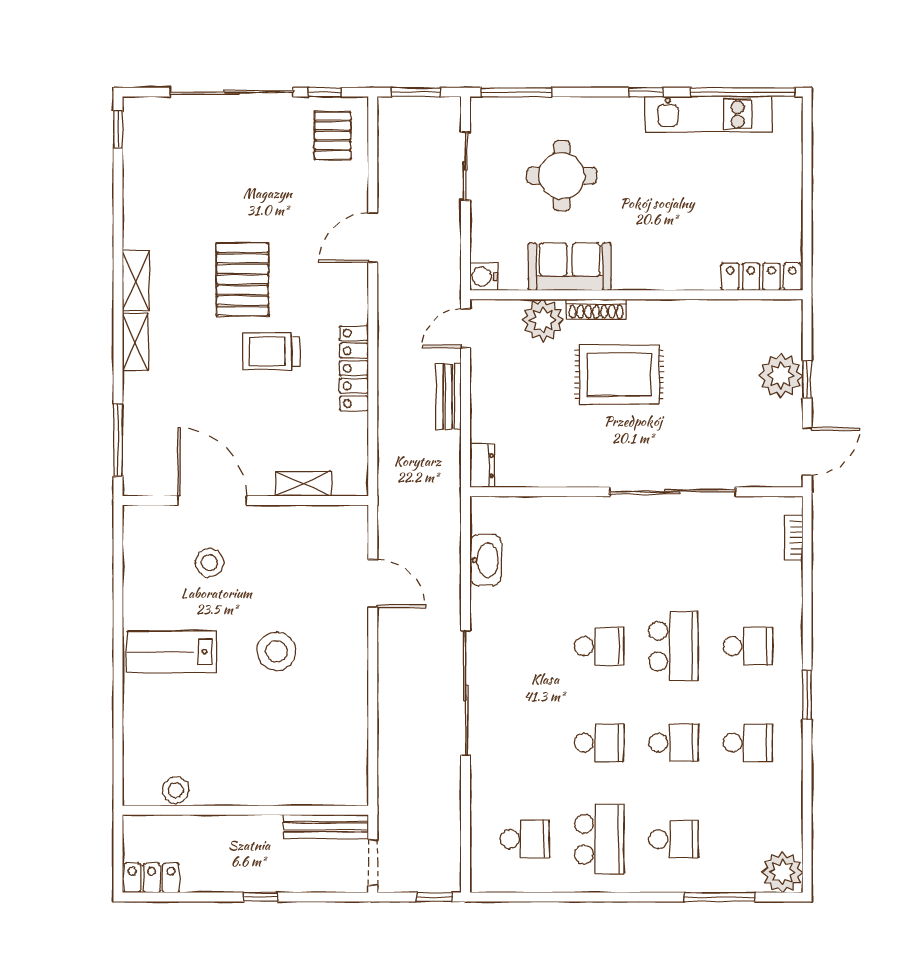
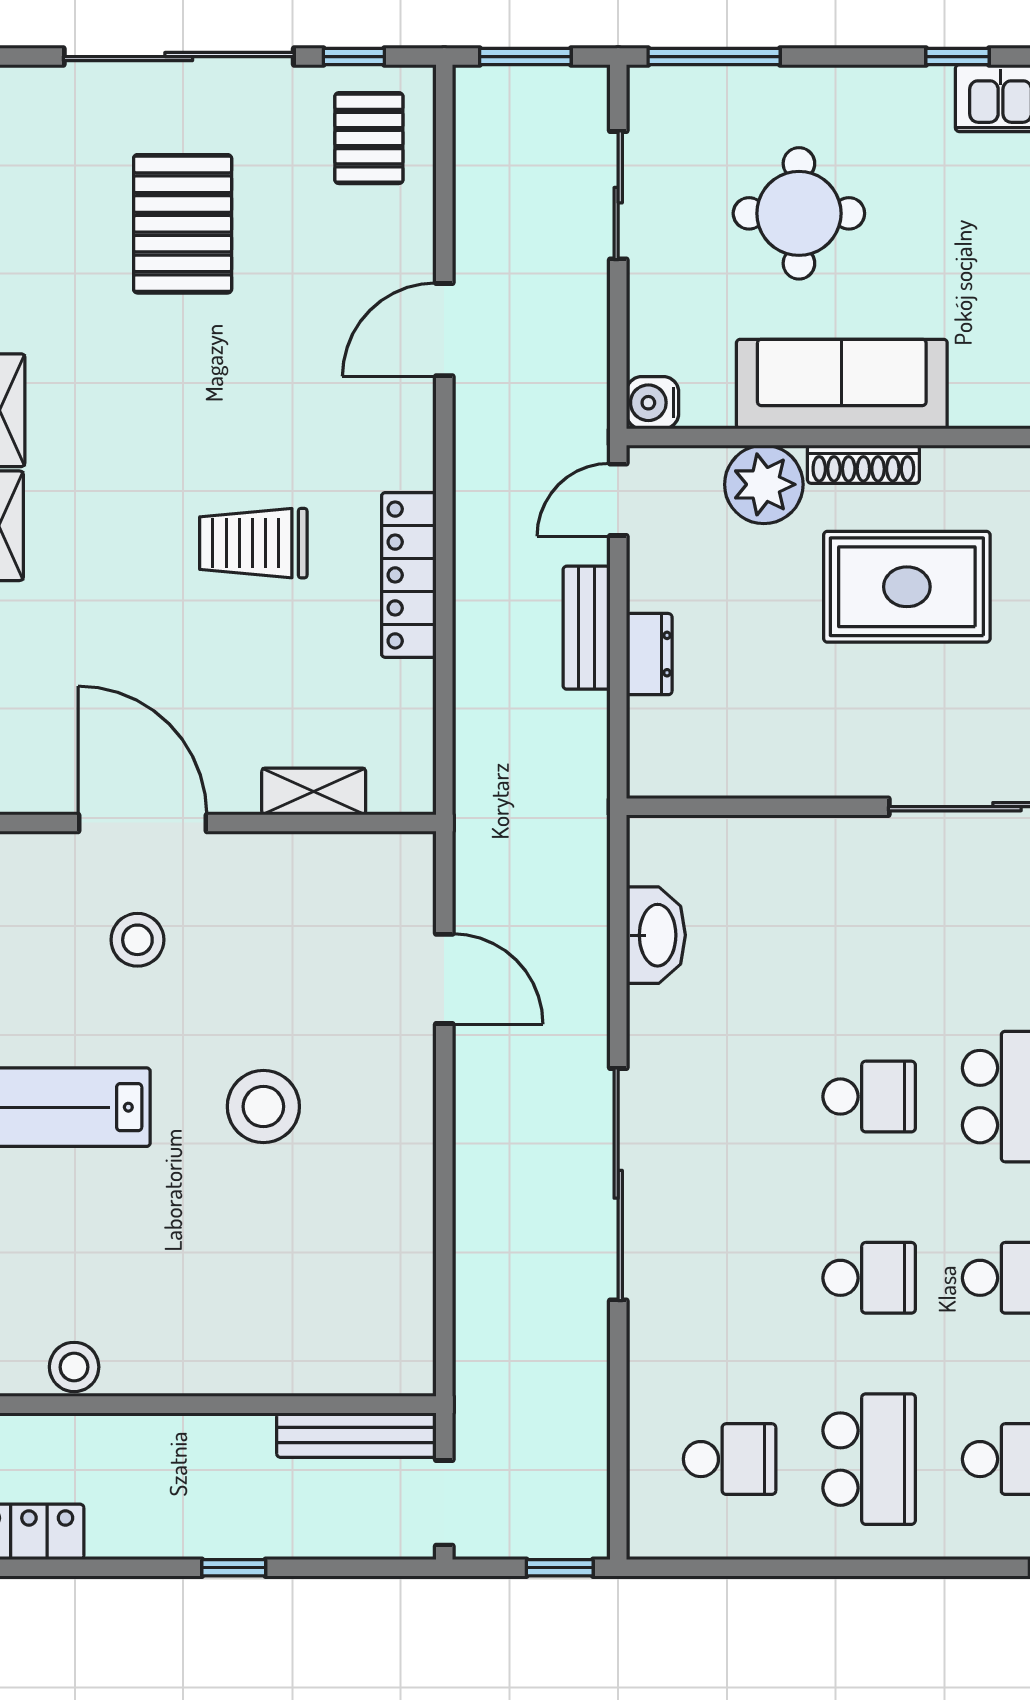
sofa: (570, 267) -> (842, 384), width x1.36
pallet: (243, 279) -> (183, 224), moved
dresser: (482, 466) -> (649, 654), moved

